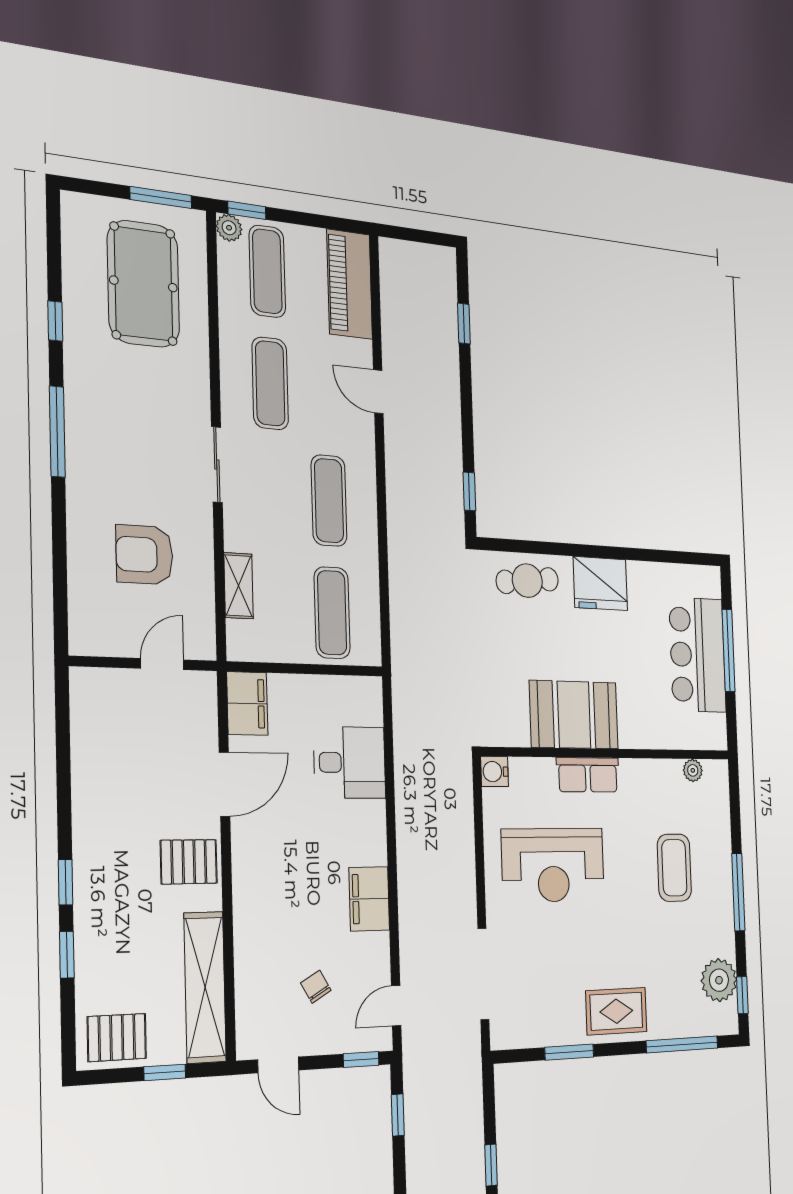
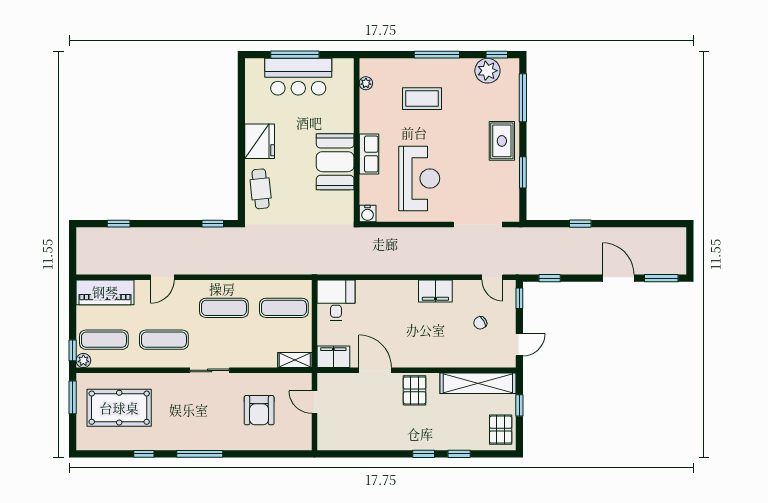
shelving: (238, 586) -> (295, 360), moved
desk: (350, 763) -> (336, 300), moved

